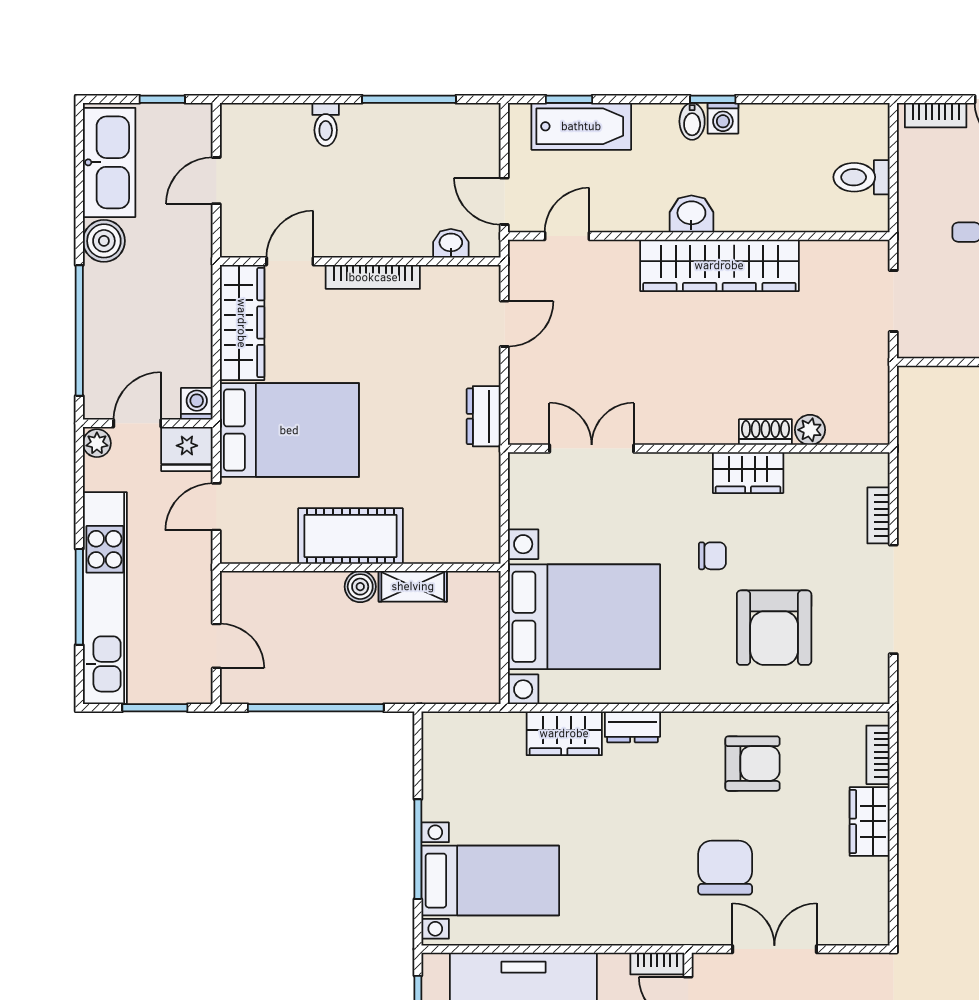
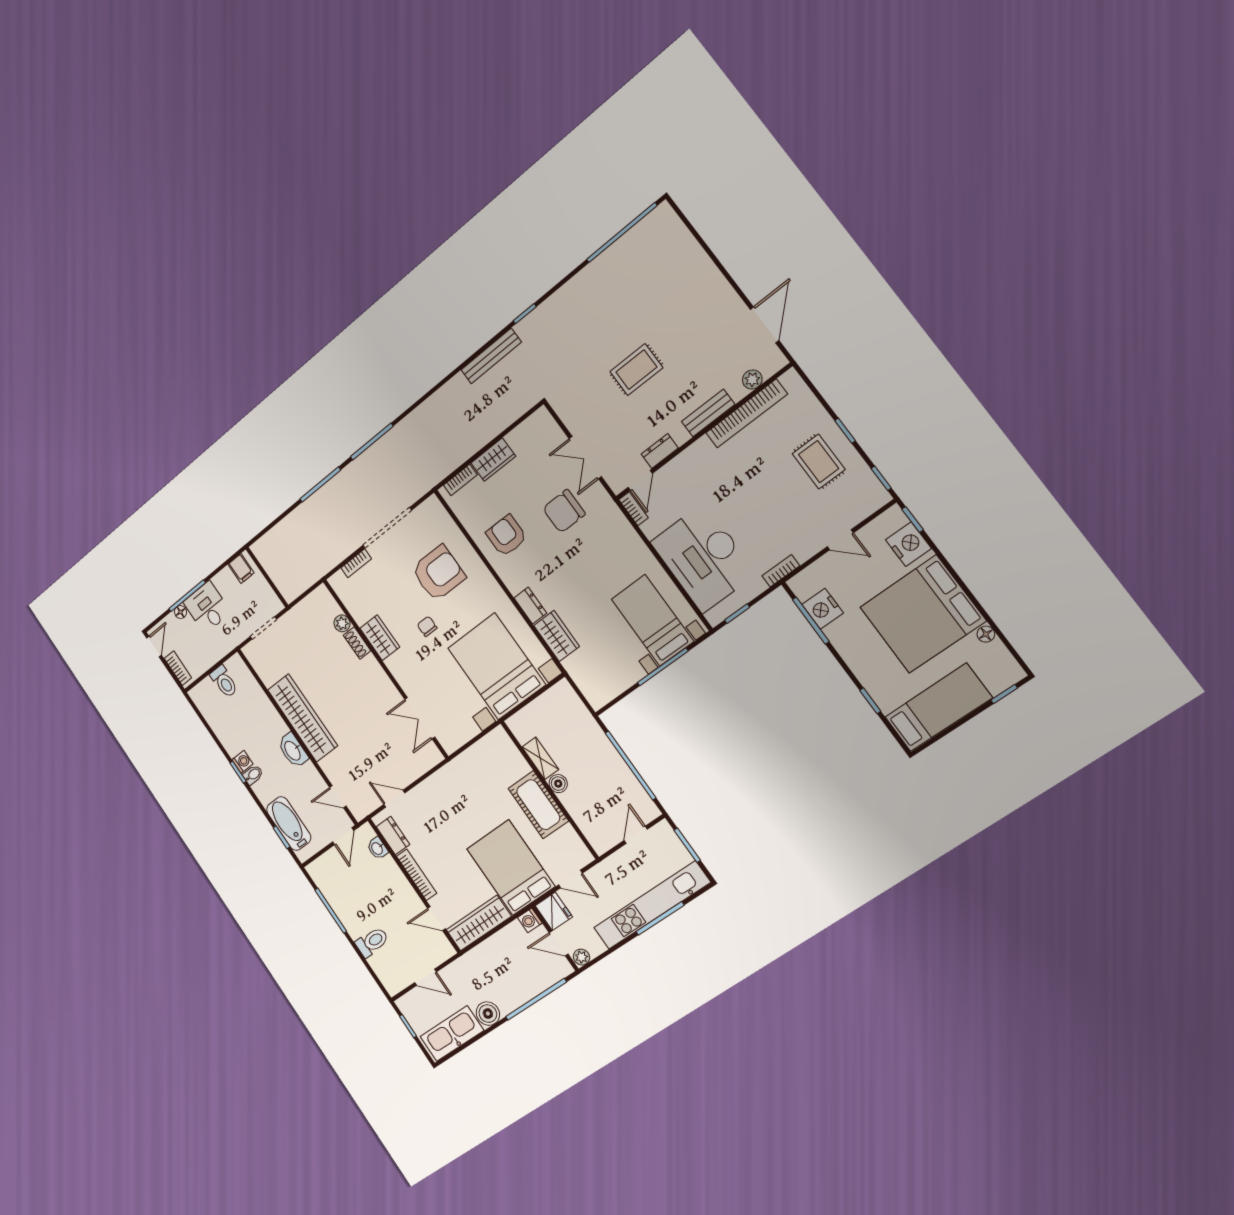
toilet: (326, 124) -> (372, 942), width x1.37, depth x1.39
washbasin: (691, 214) -> (293, 750), width x1.38
dresser: (484, 416) -> (393, 836), moved, turned -90

